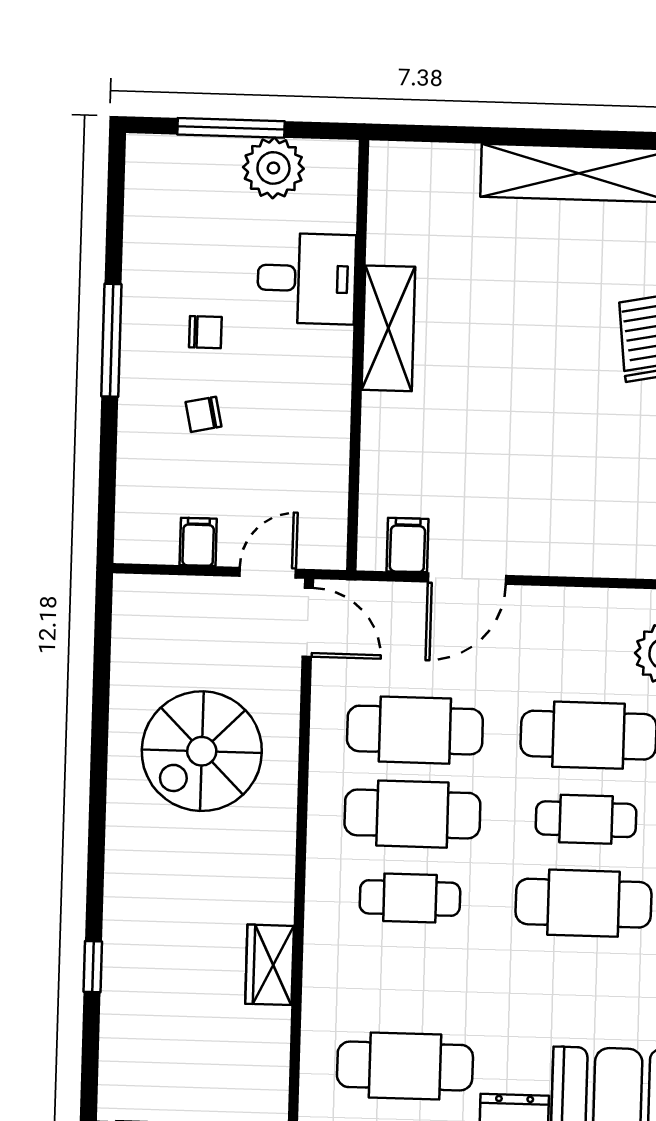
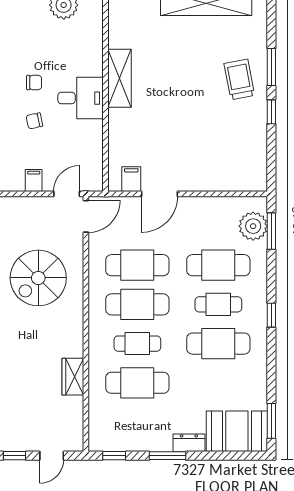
desk: (307, 279) -> (81, 98), moved
door: (308, 622) -> (86, 216), hinge flipped
cafe table: (405, 1066) -> (137, 383), moved

